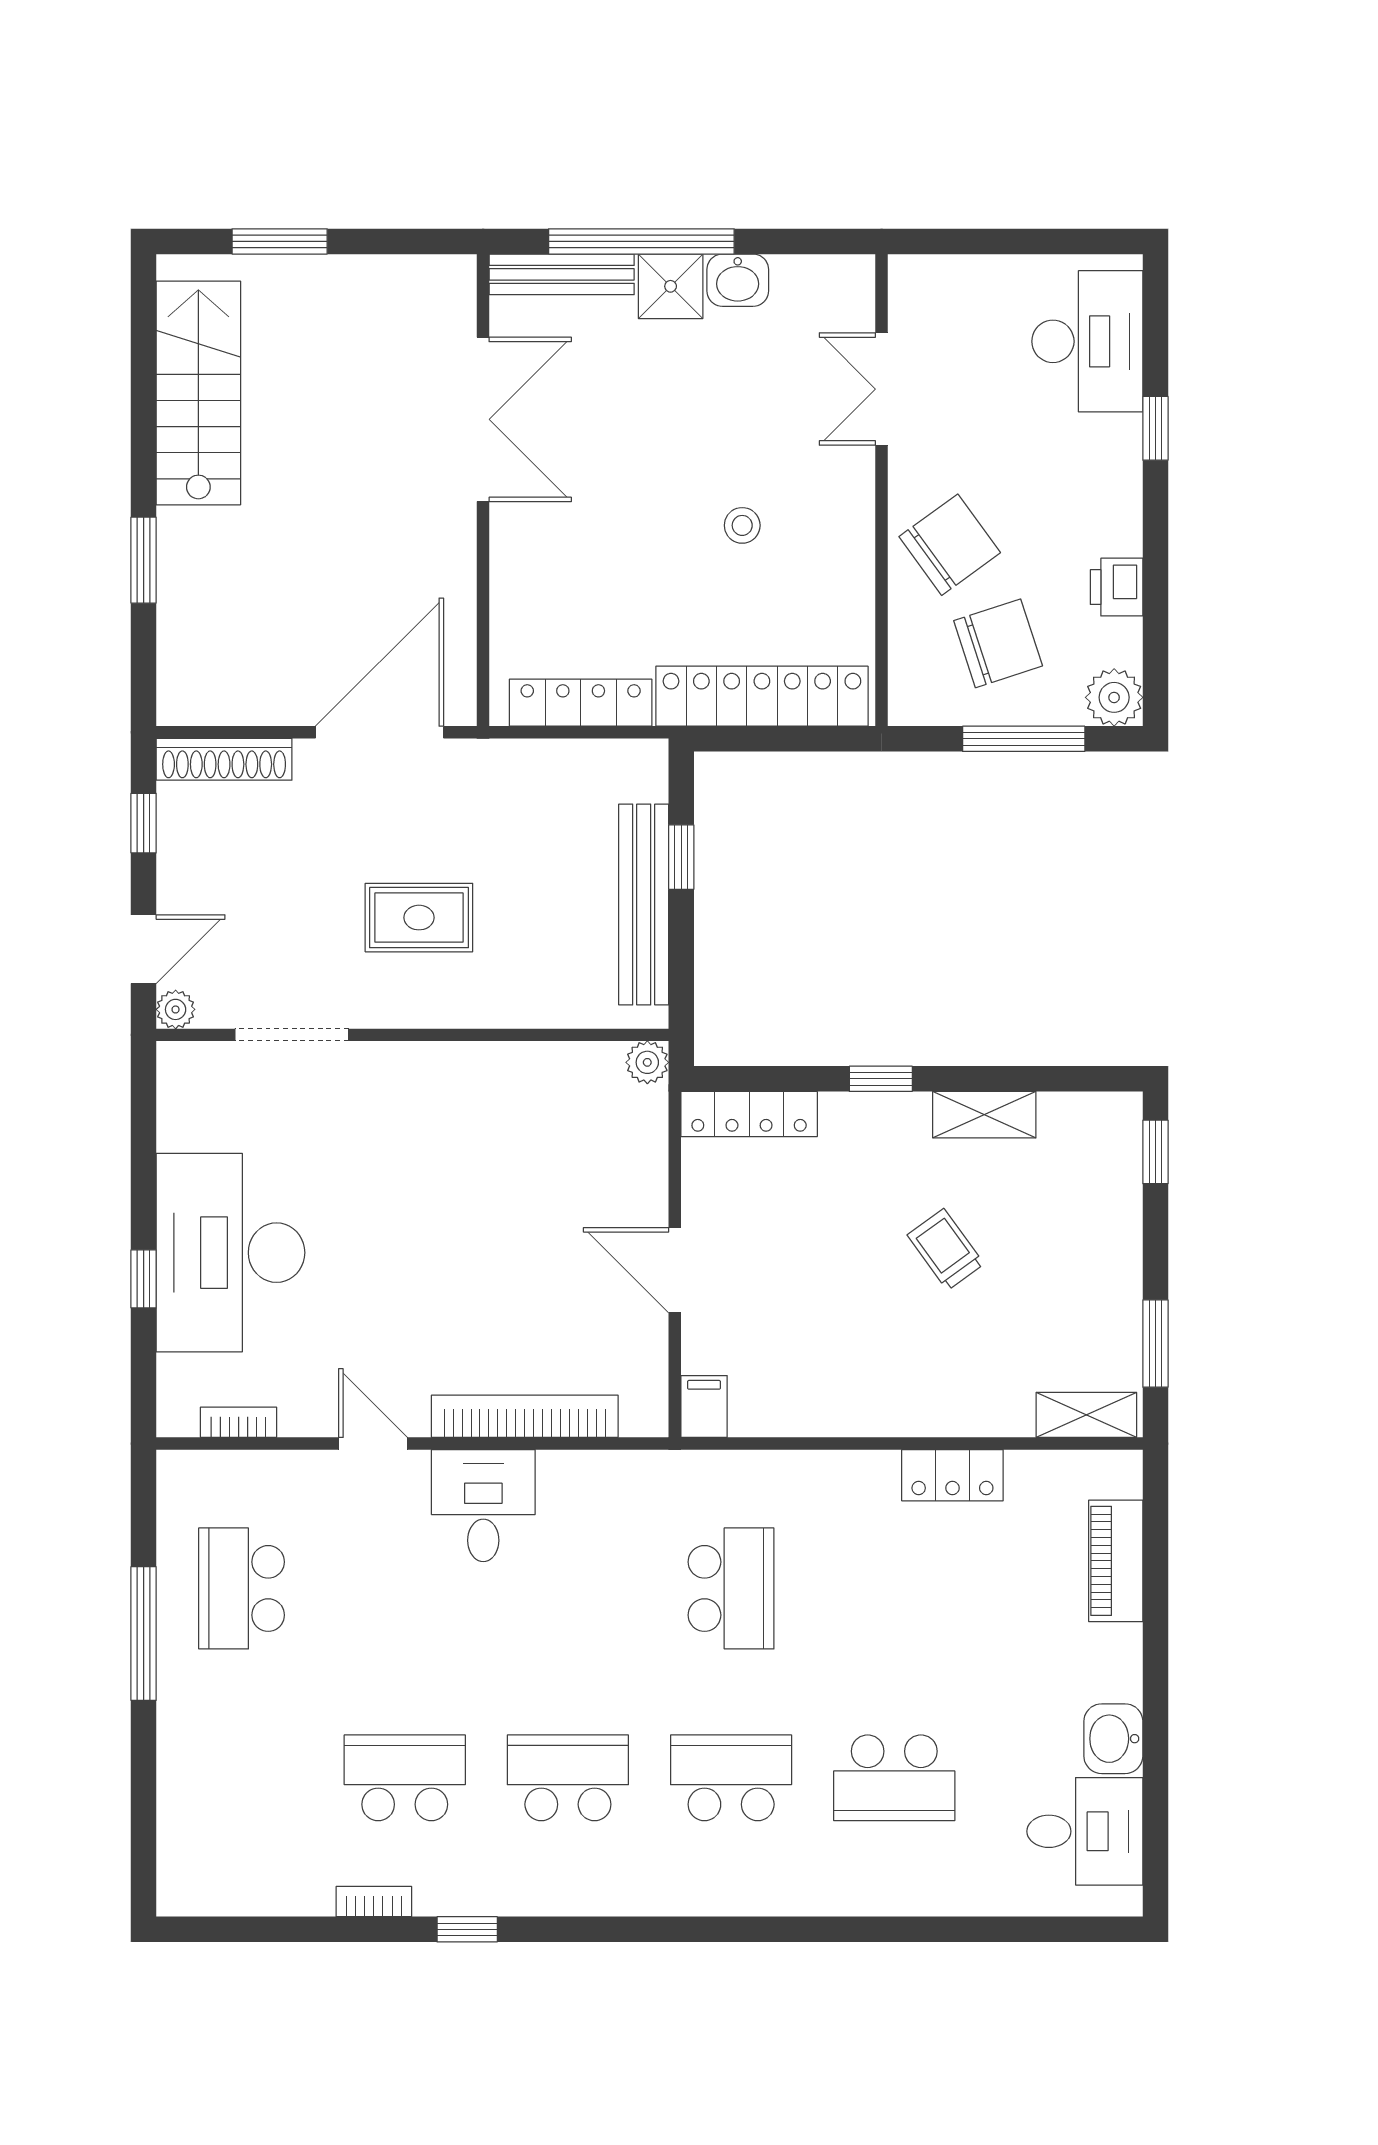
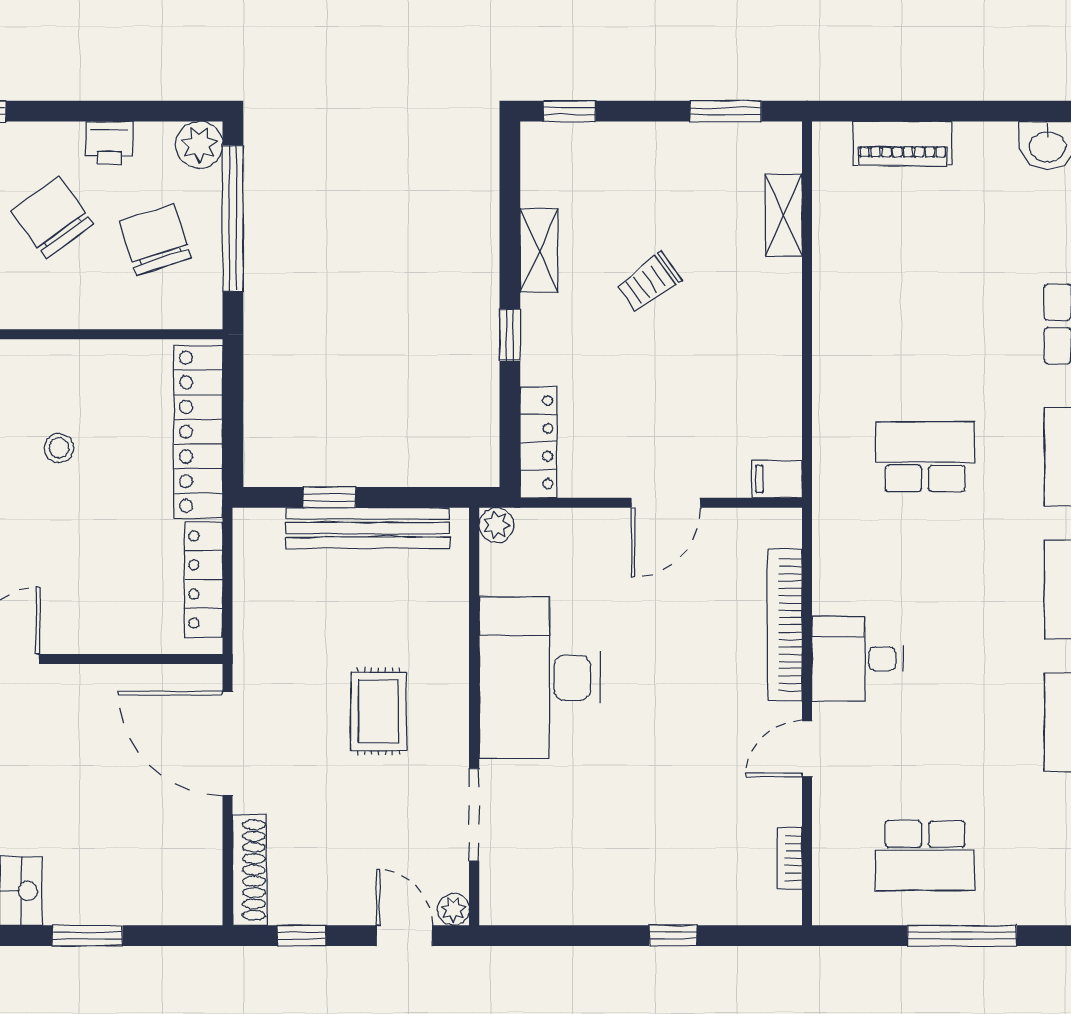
chair: (950, 545) -> (52, 218), moved
window: (1024, 739) -> (233, 218), width x1.46
desk: (230, 1253) -> (540, 678), moved, turned 90
shelving: (1086, 1415) -> (784, 215), moved
locker: (952, 1475) -> (833, 277), removed

